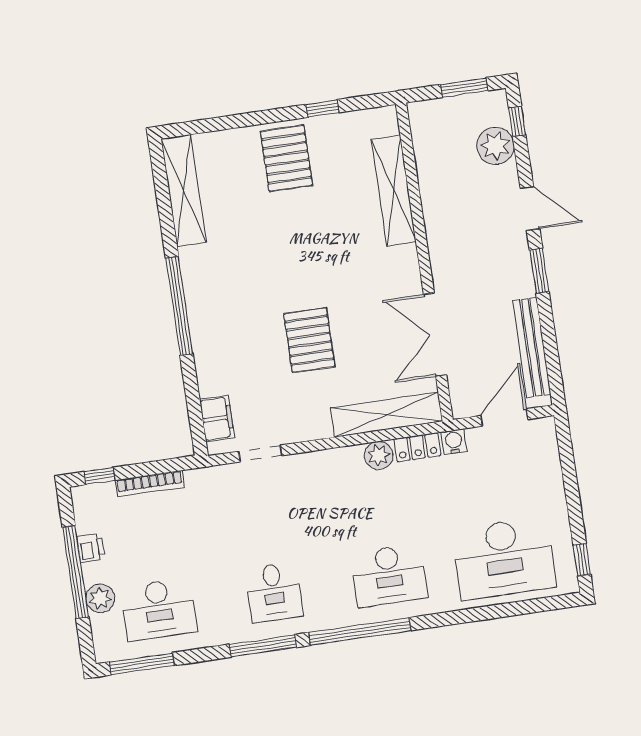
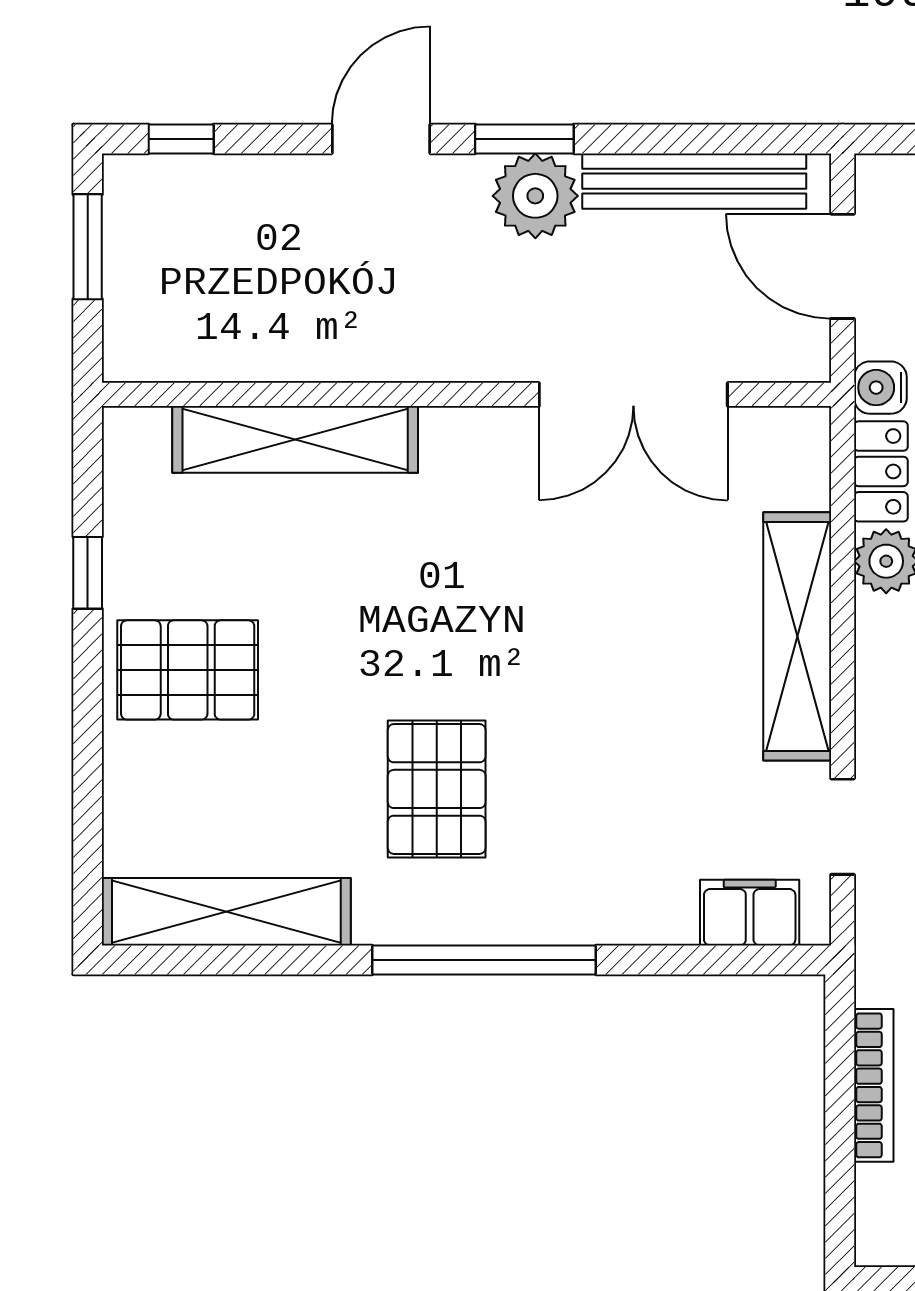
plant: (495, 146) -> (535, 196), moved
pallet: (309, 340) -> (437, 789), moved, turned 90
shelving: (386, 415) -> (797, 636), moved
window: (99, 476) -> (840, 1196), removed

